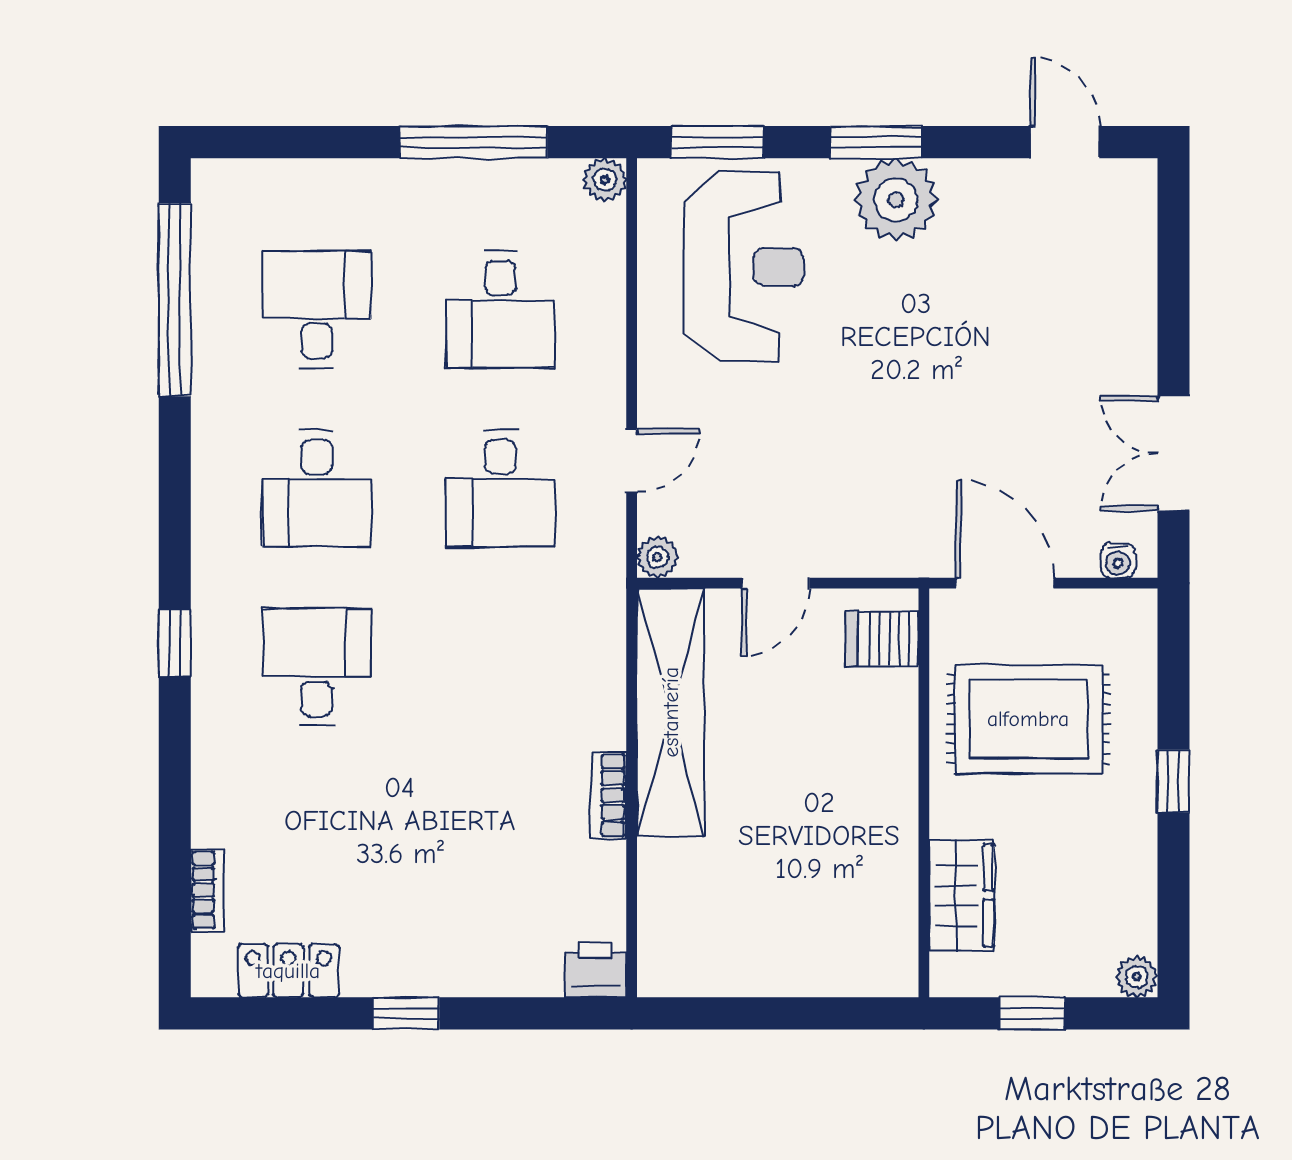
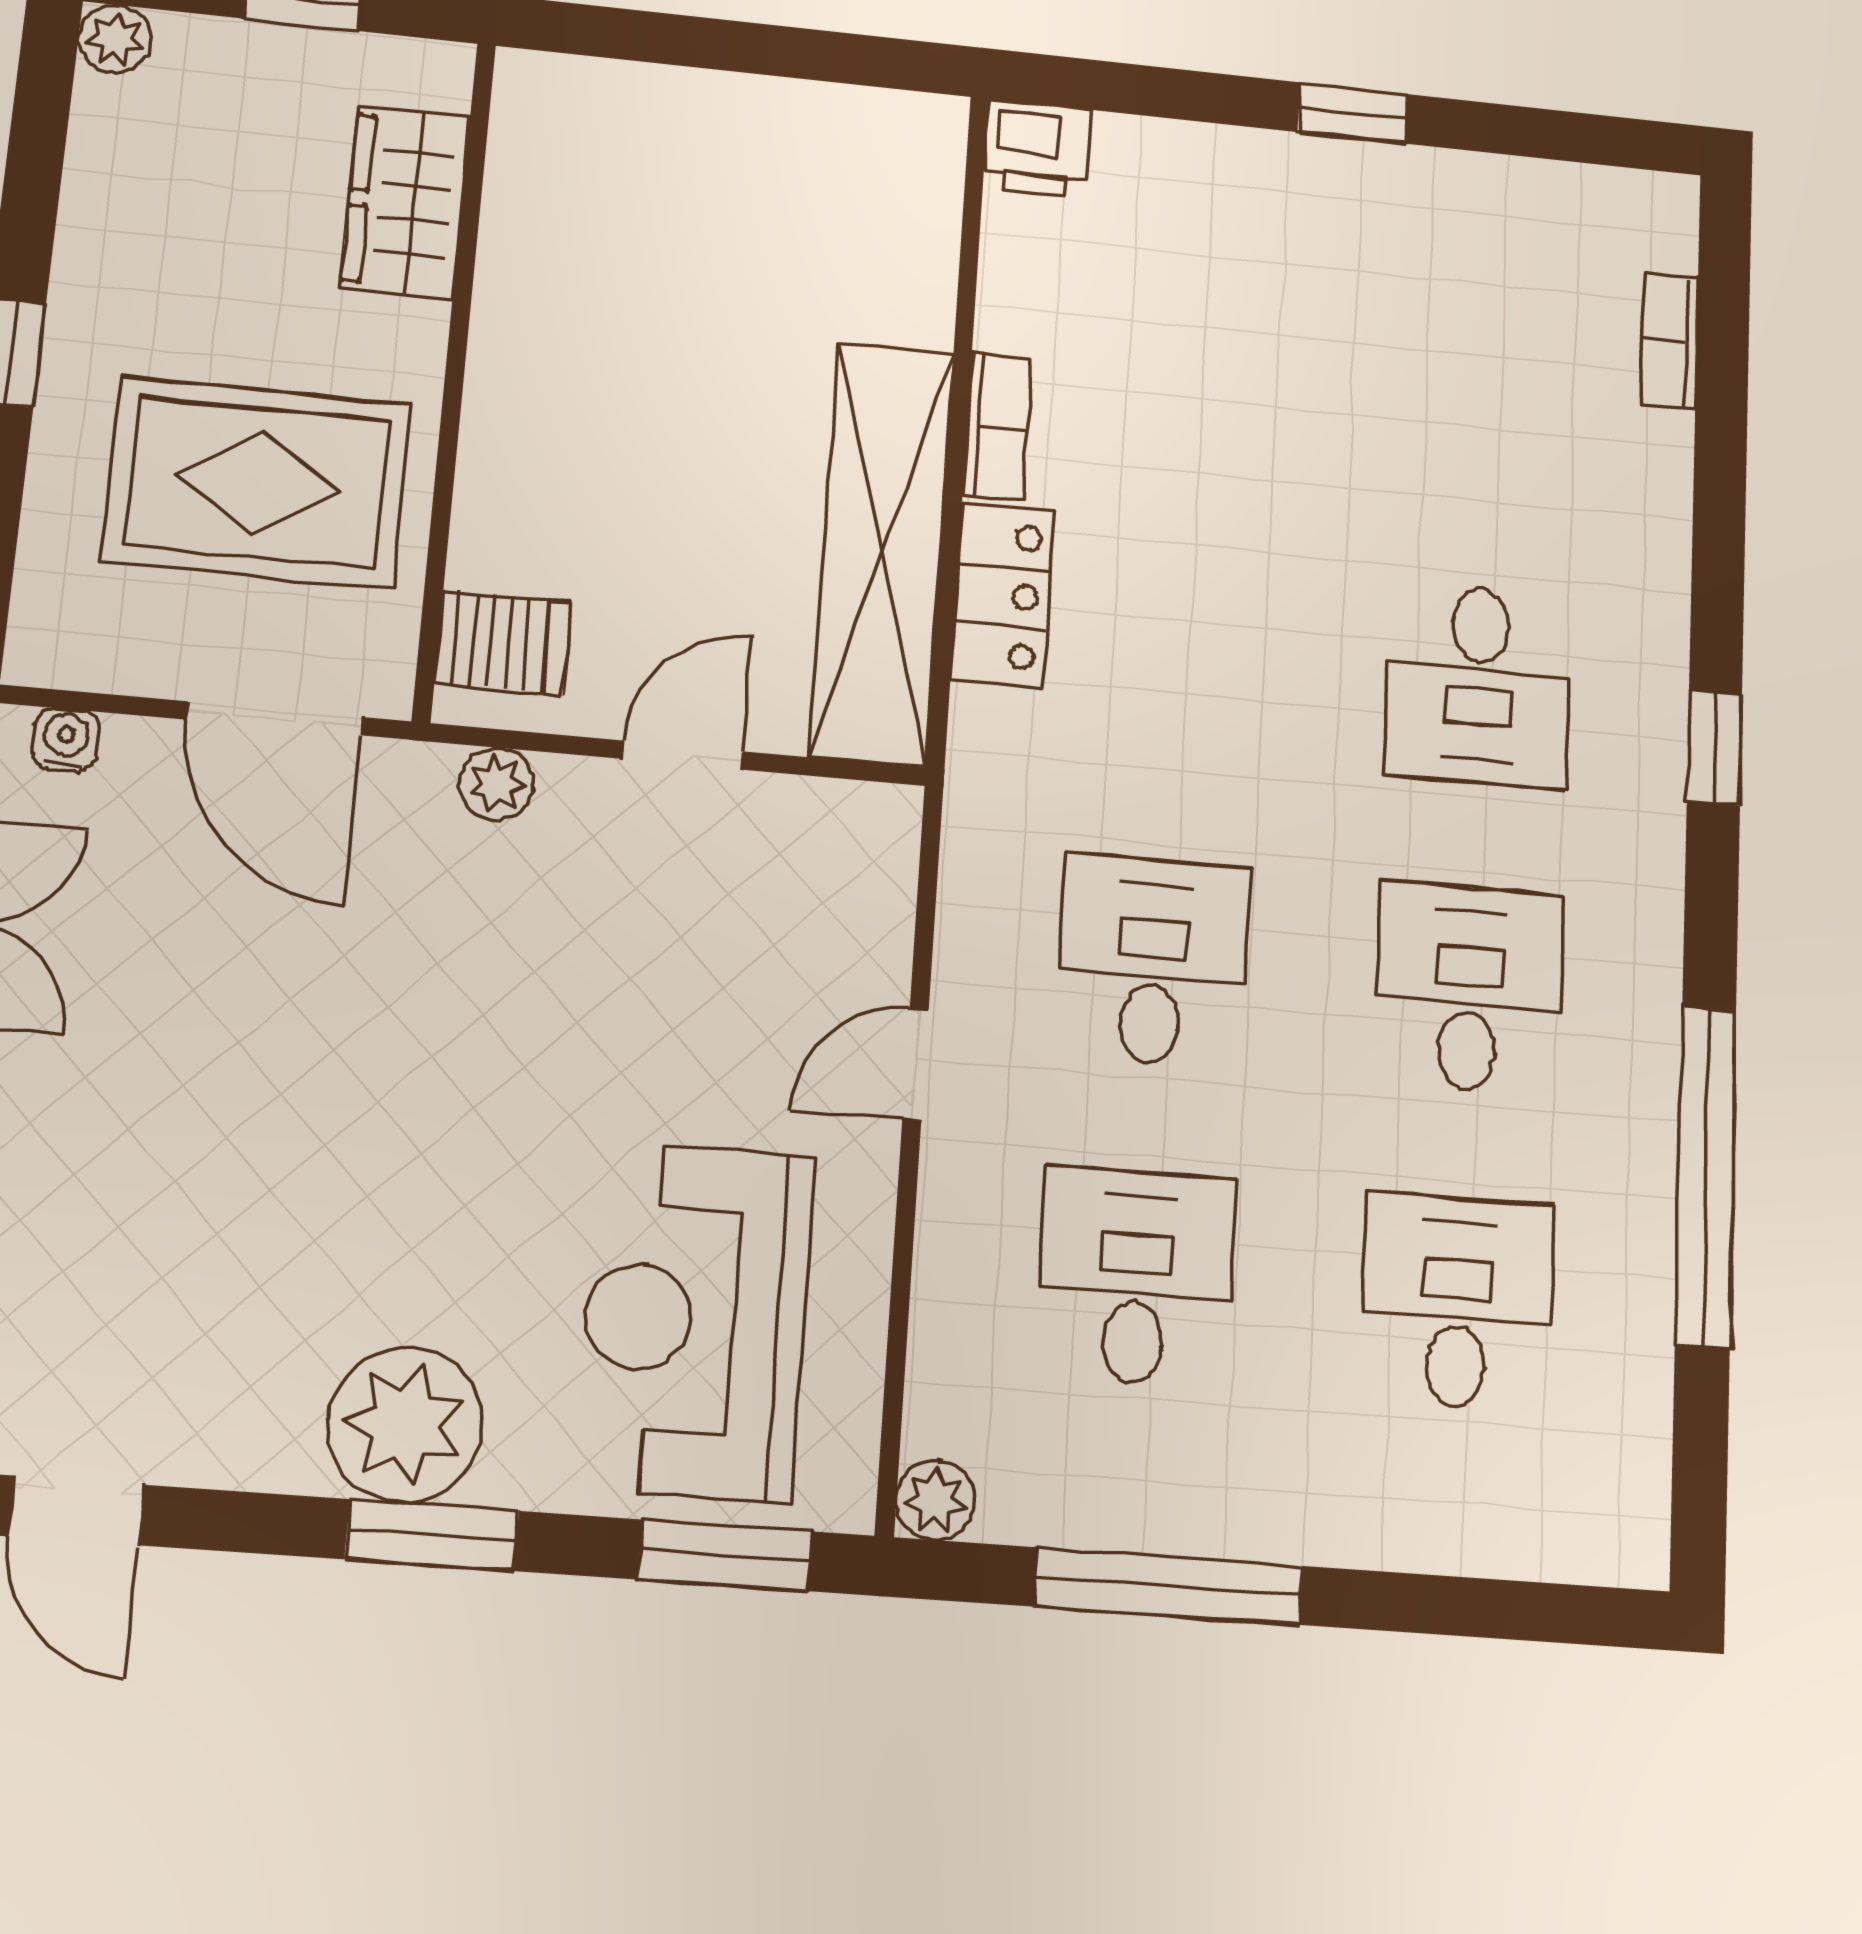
window: (175, 300) -> (1706, 1177), moved
desk: (317, 309) -> (1458, 1302), turned 180
door: (632, 461) -> (915, 1064), moved
plant: (658, 557) -> (497, 784), moved
locker: (288, 971) -> (1002, 595), moved, turned -90

